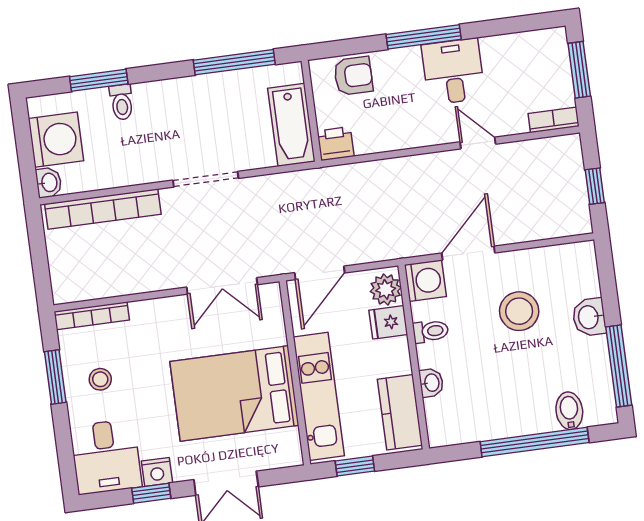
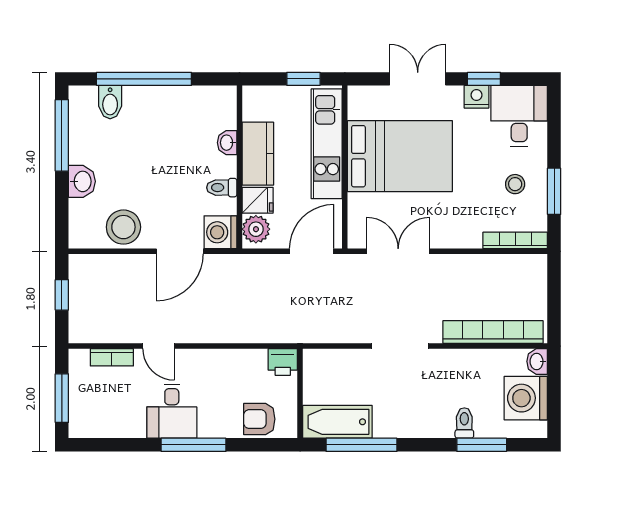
bookcase: (554, 120) -> (112, 357), moved
bathtub: (291, 125) -> (337, 422), moved, turned -90
stool: (519, 311) -> (123, 227), moved
kitchen counter: (400, 412) -> (258, 154), moved

